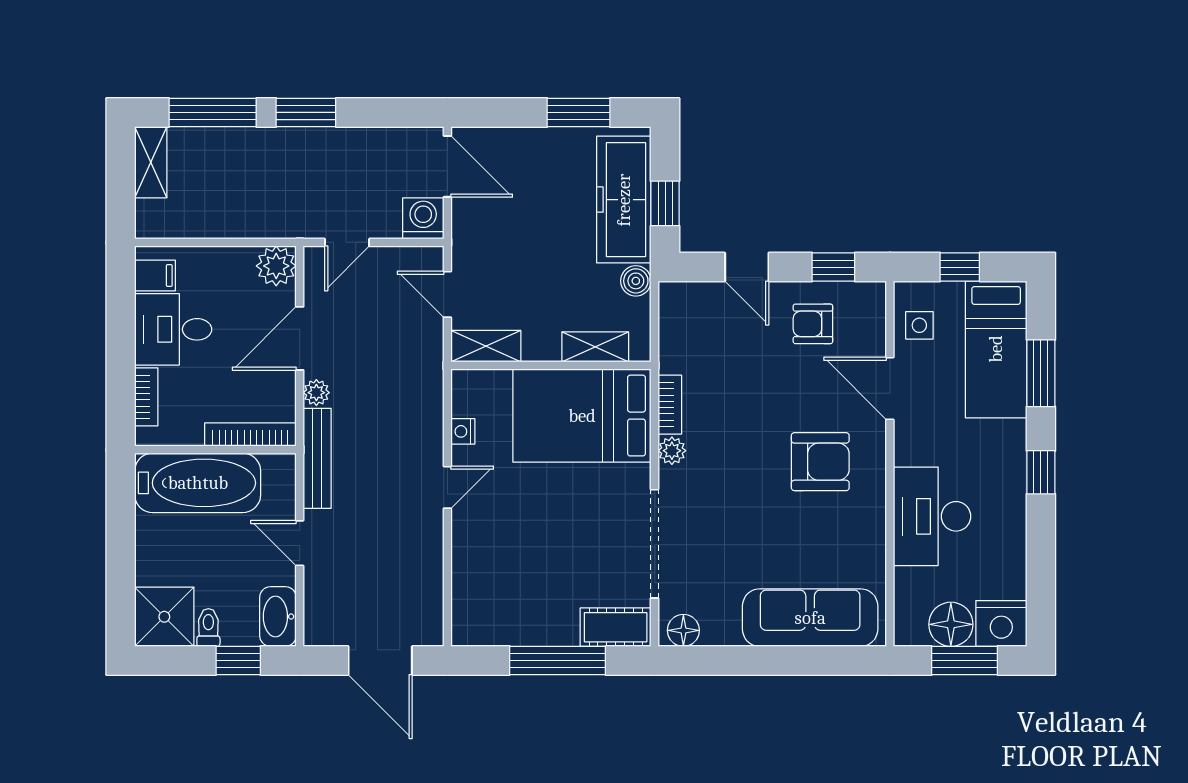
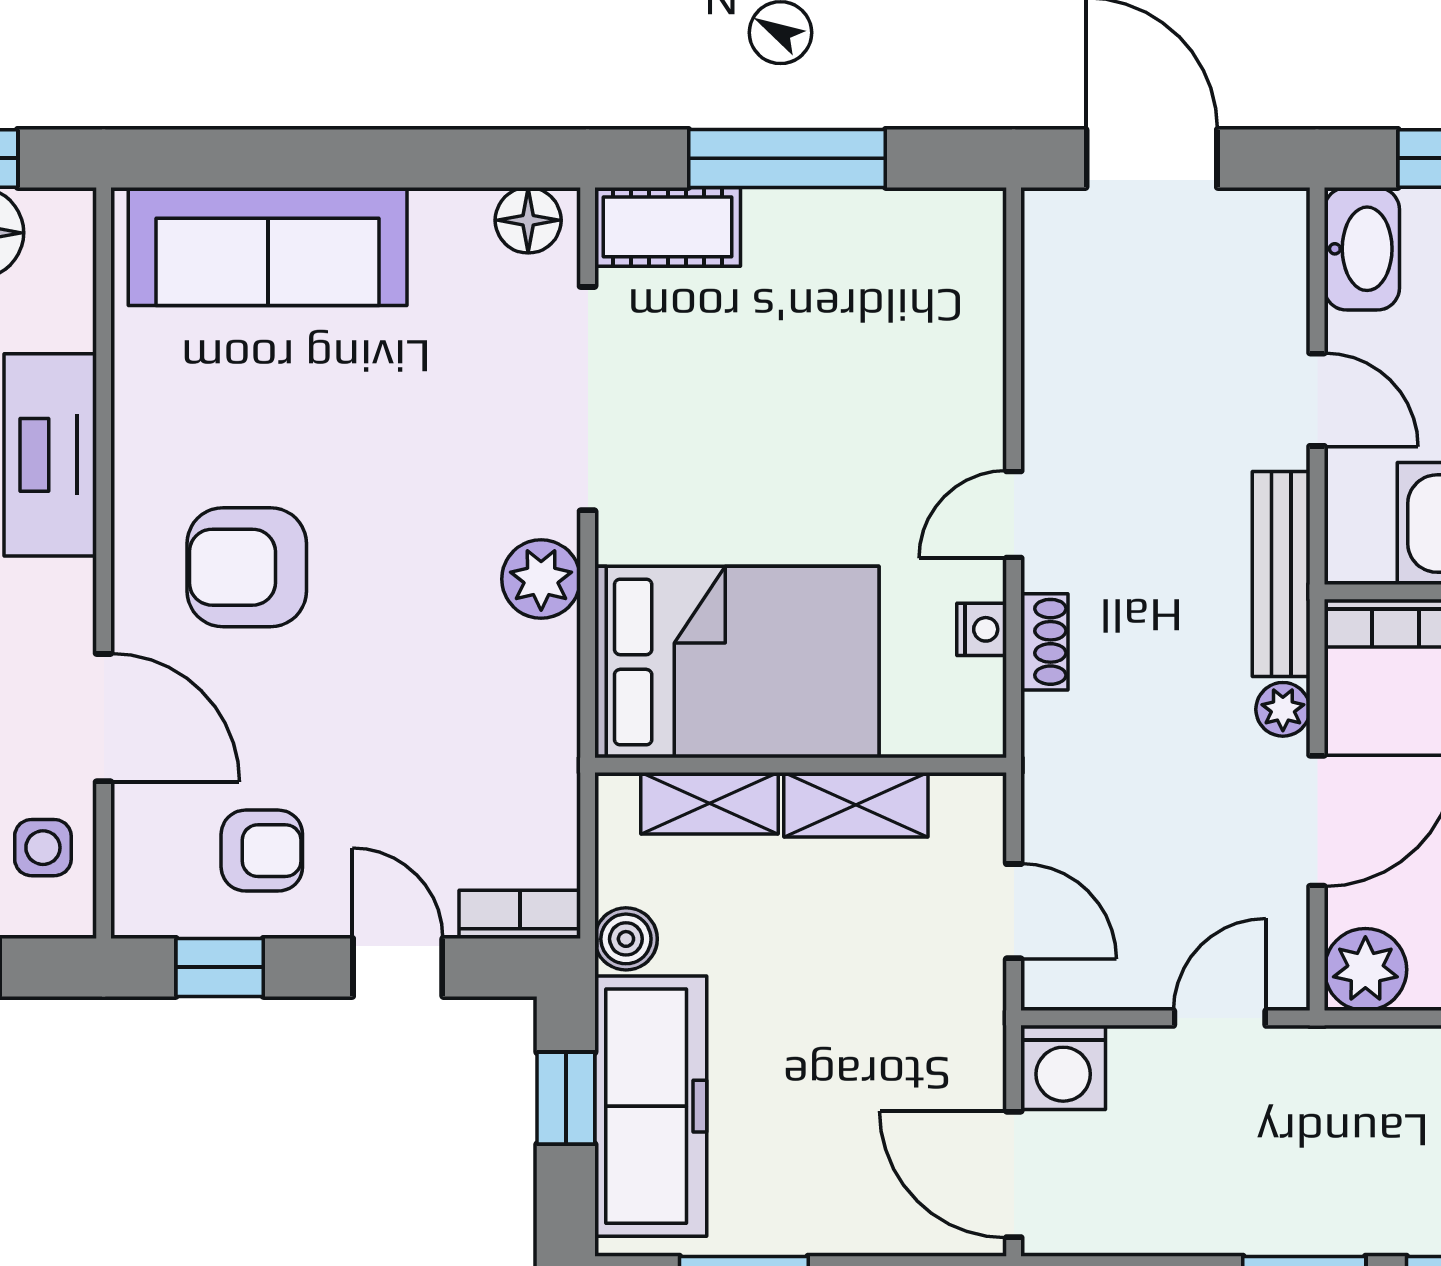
shelving: (486, 346) -> (856, 805), moved
bookcase: (670, 405) -> (520, 914), moved, turned 90
shoe rack: (432, 425) -> (1044, 642), added
plant: (672, 451) -> (541, 579), width x1.38, depth x1.38

